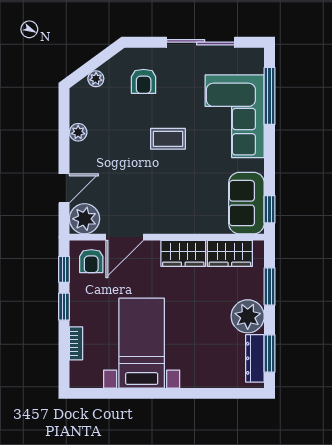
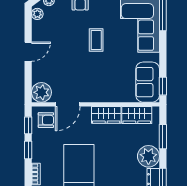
plant: (78, 132) -> (37, 14), moved
coffee table: (168, 139) -> (96, 40), turned 90
door: (64, 188) -> (28, 52), moved
armchair: (91, 261) -> (46, 120), turned -90

